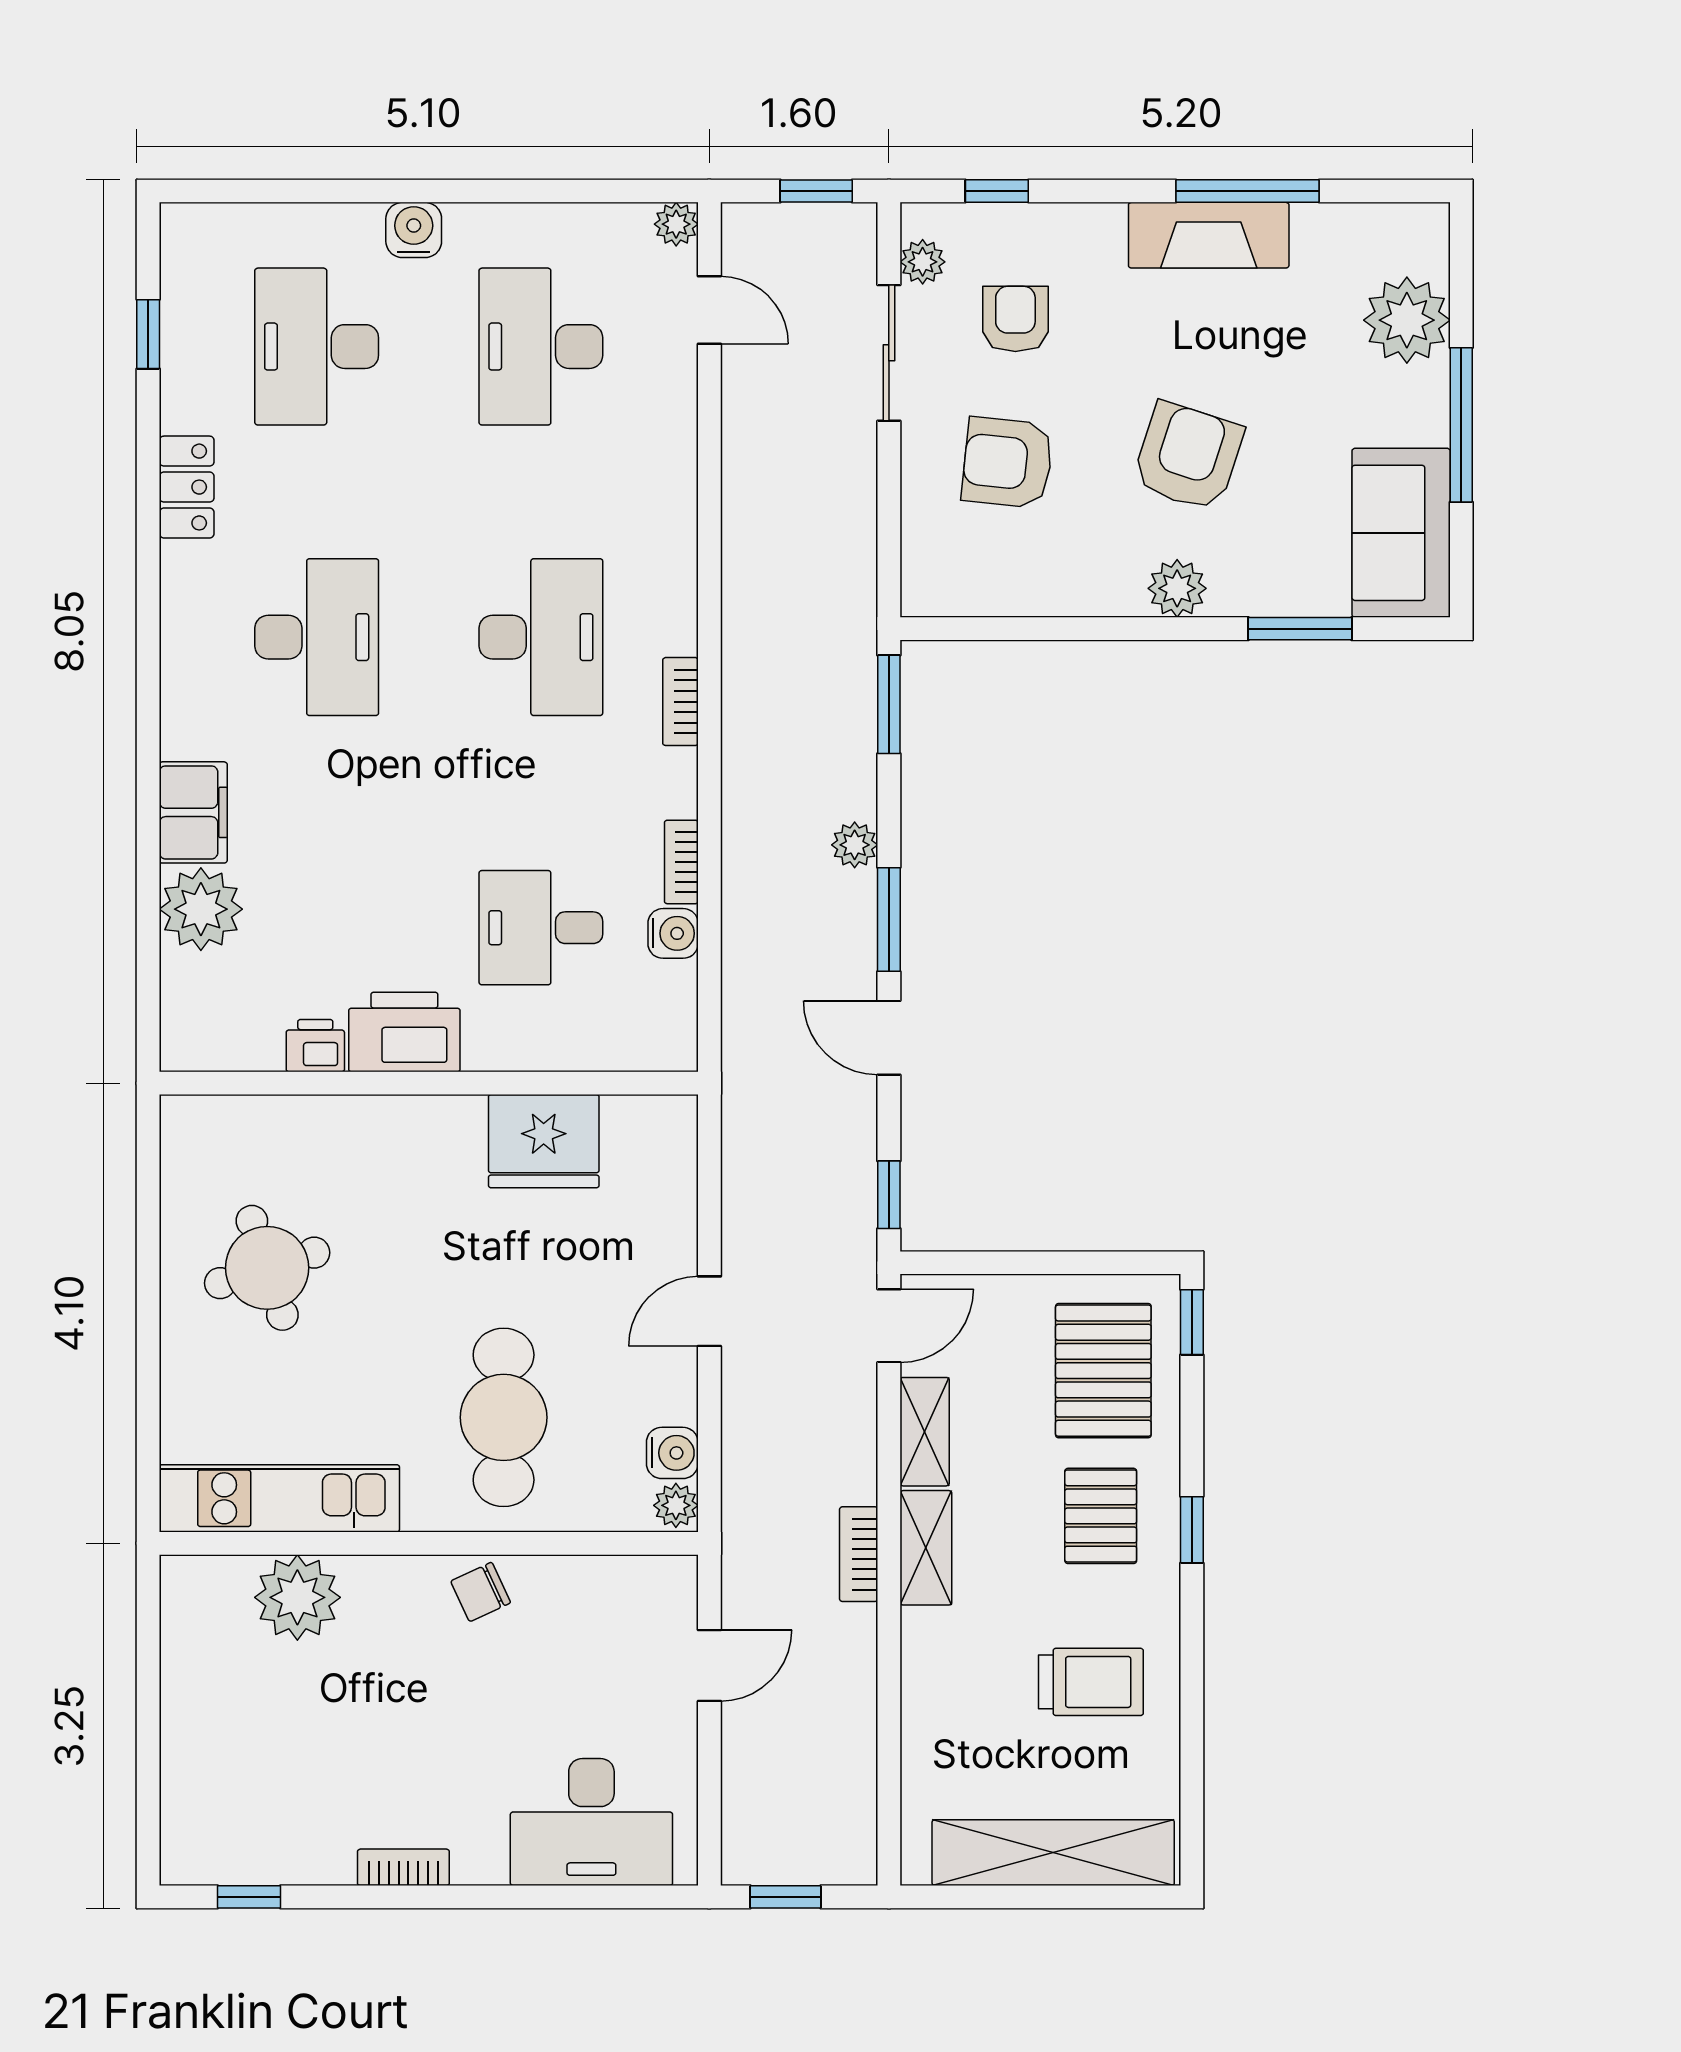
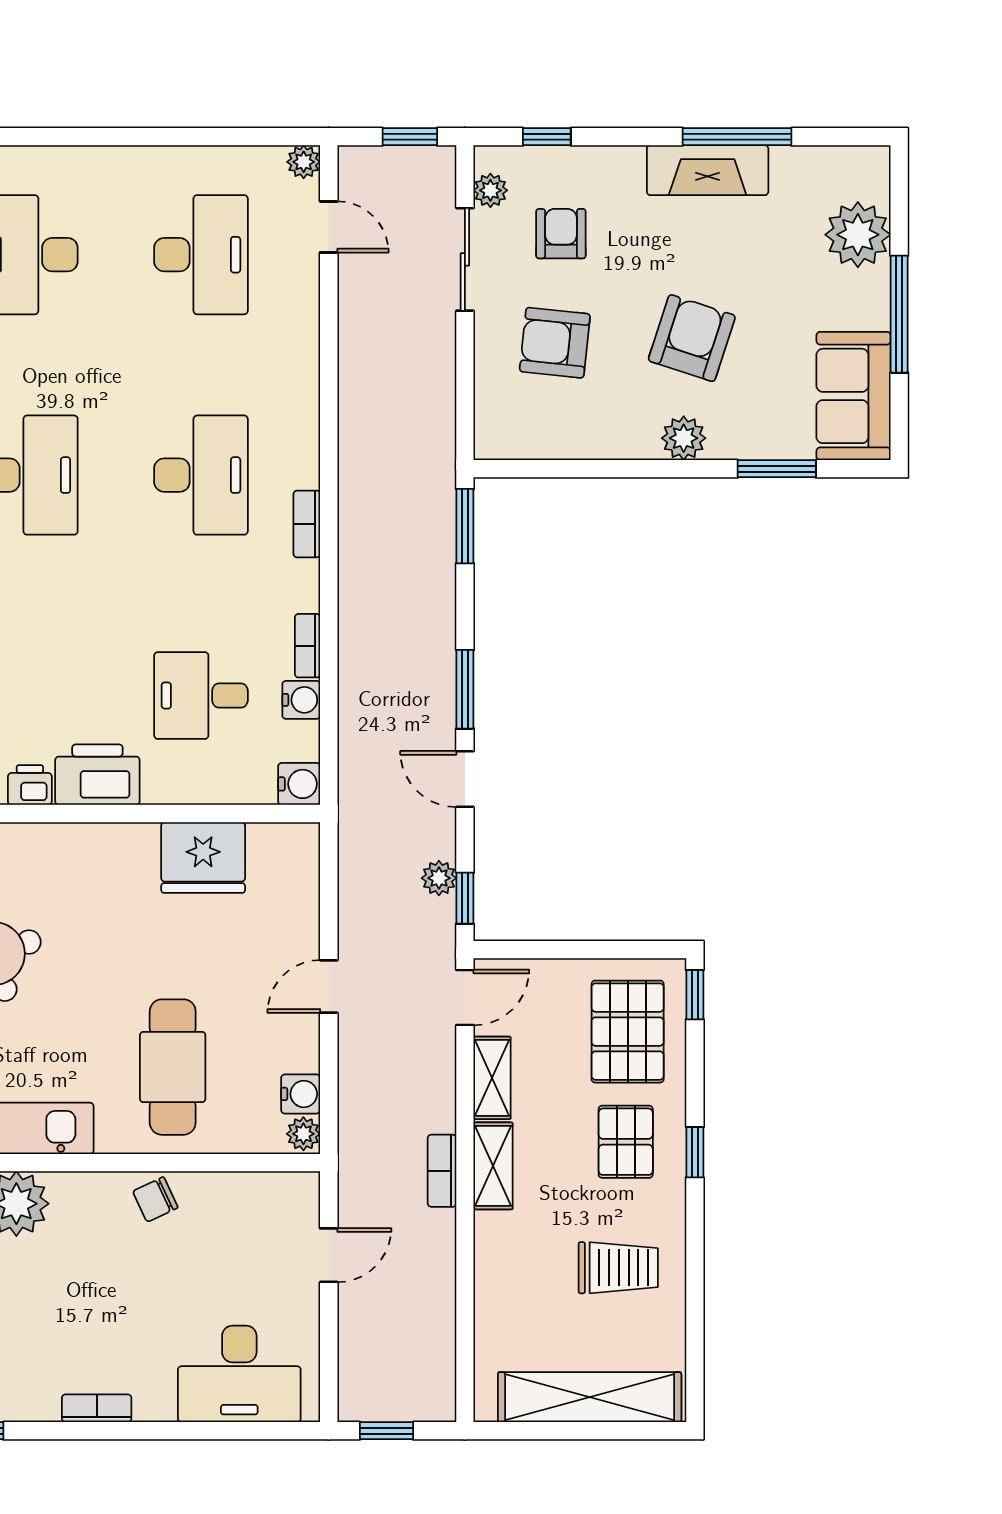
water cooler: (414, 230) -> (299, 784), moved, turned 90
desk: (541, 347) -> (201, 255), turned 180
plant: (855, 845) -> (439, 878), moved

